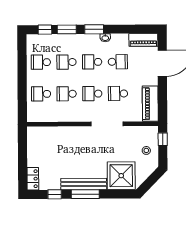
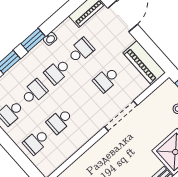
school desk: (66, 62) -> (34, 92), turned 180
school desk: (92, 94) -> (83, 100), removed

